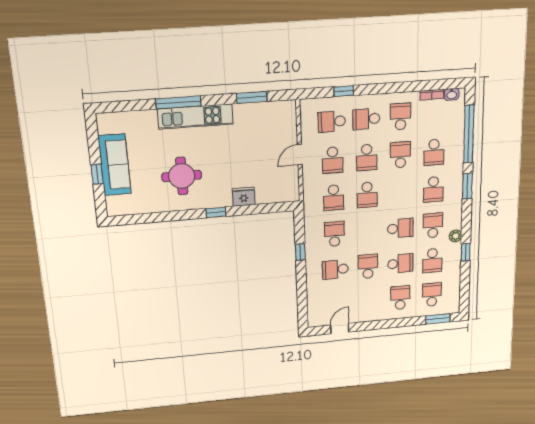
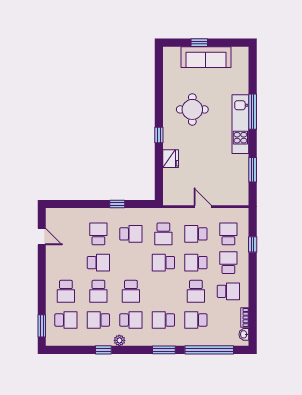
school desk: (400, 155) -> (196, 291), turned 90
school desk: (334, 198) -> (163, 234), turned -90
school desk: (400, 298) -> (66, 291), turned 90

